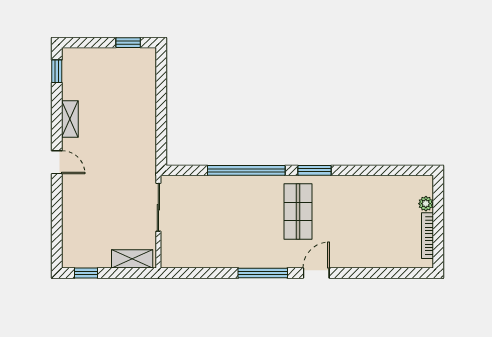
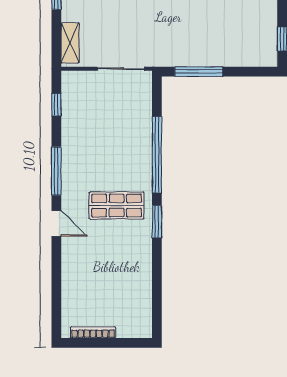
window: (161, 128) -> (199, 72), added
plant: (426, 204) -> (124, 331), removed
window: (195, 273) -> (56, 105), added

